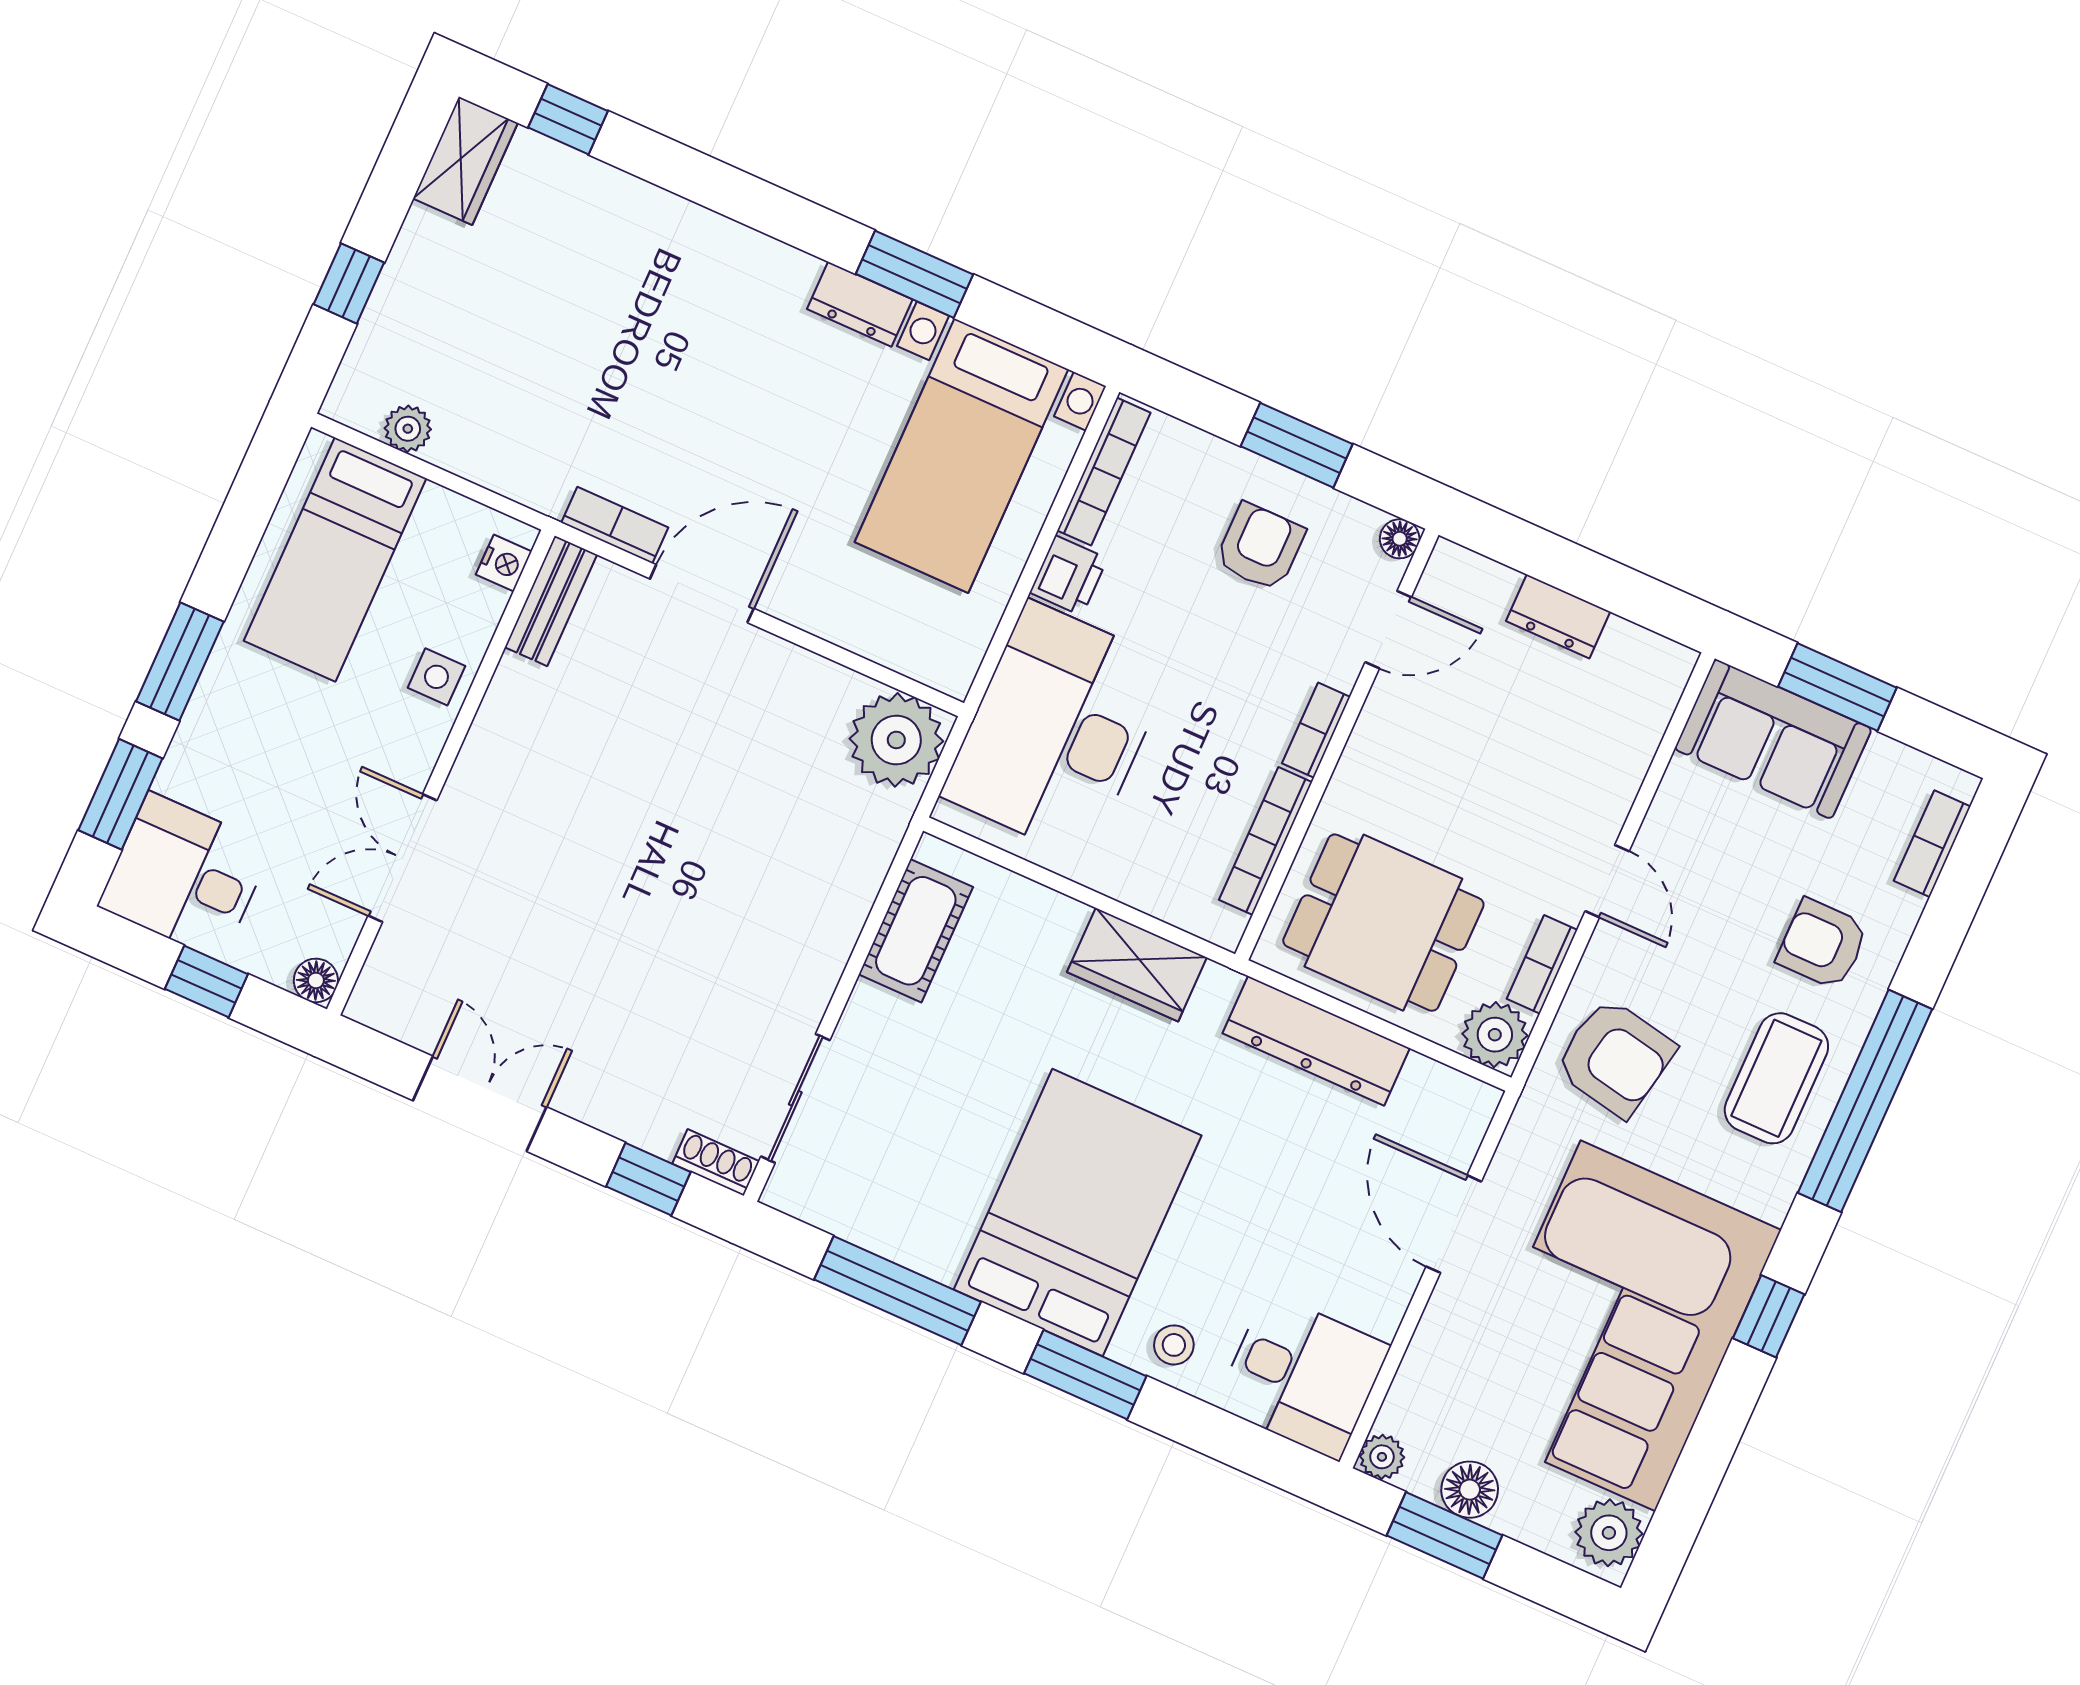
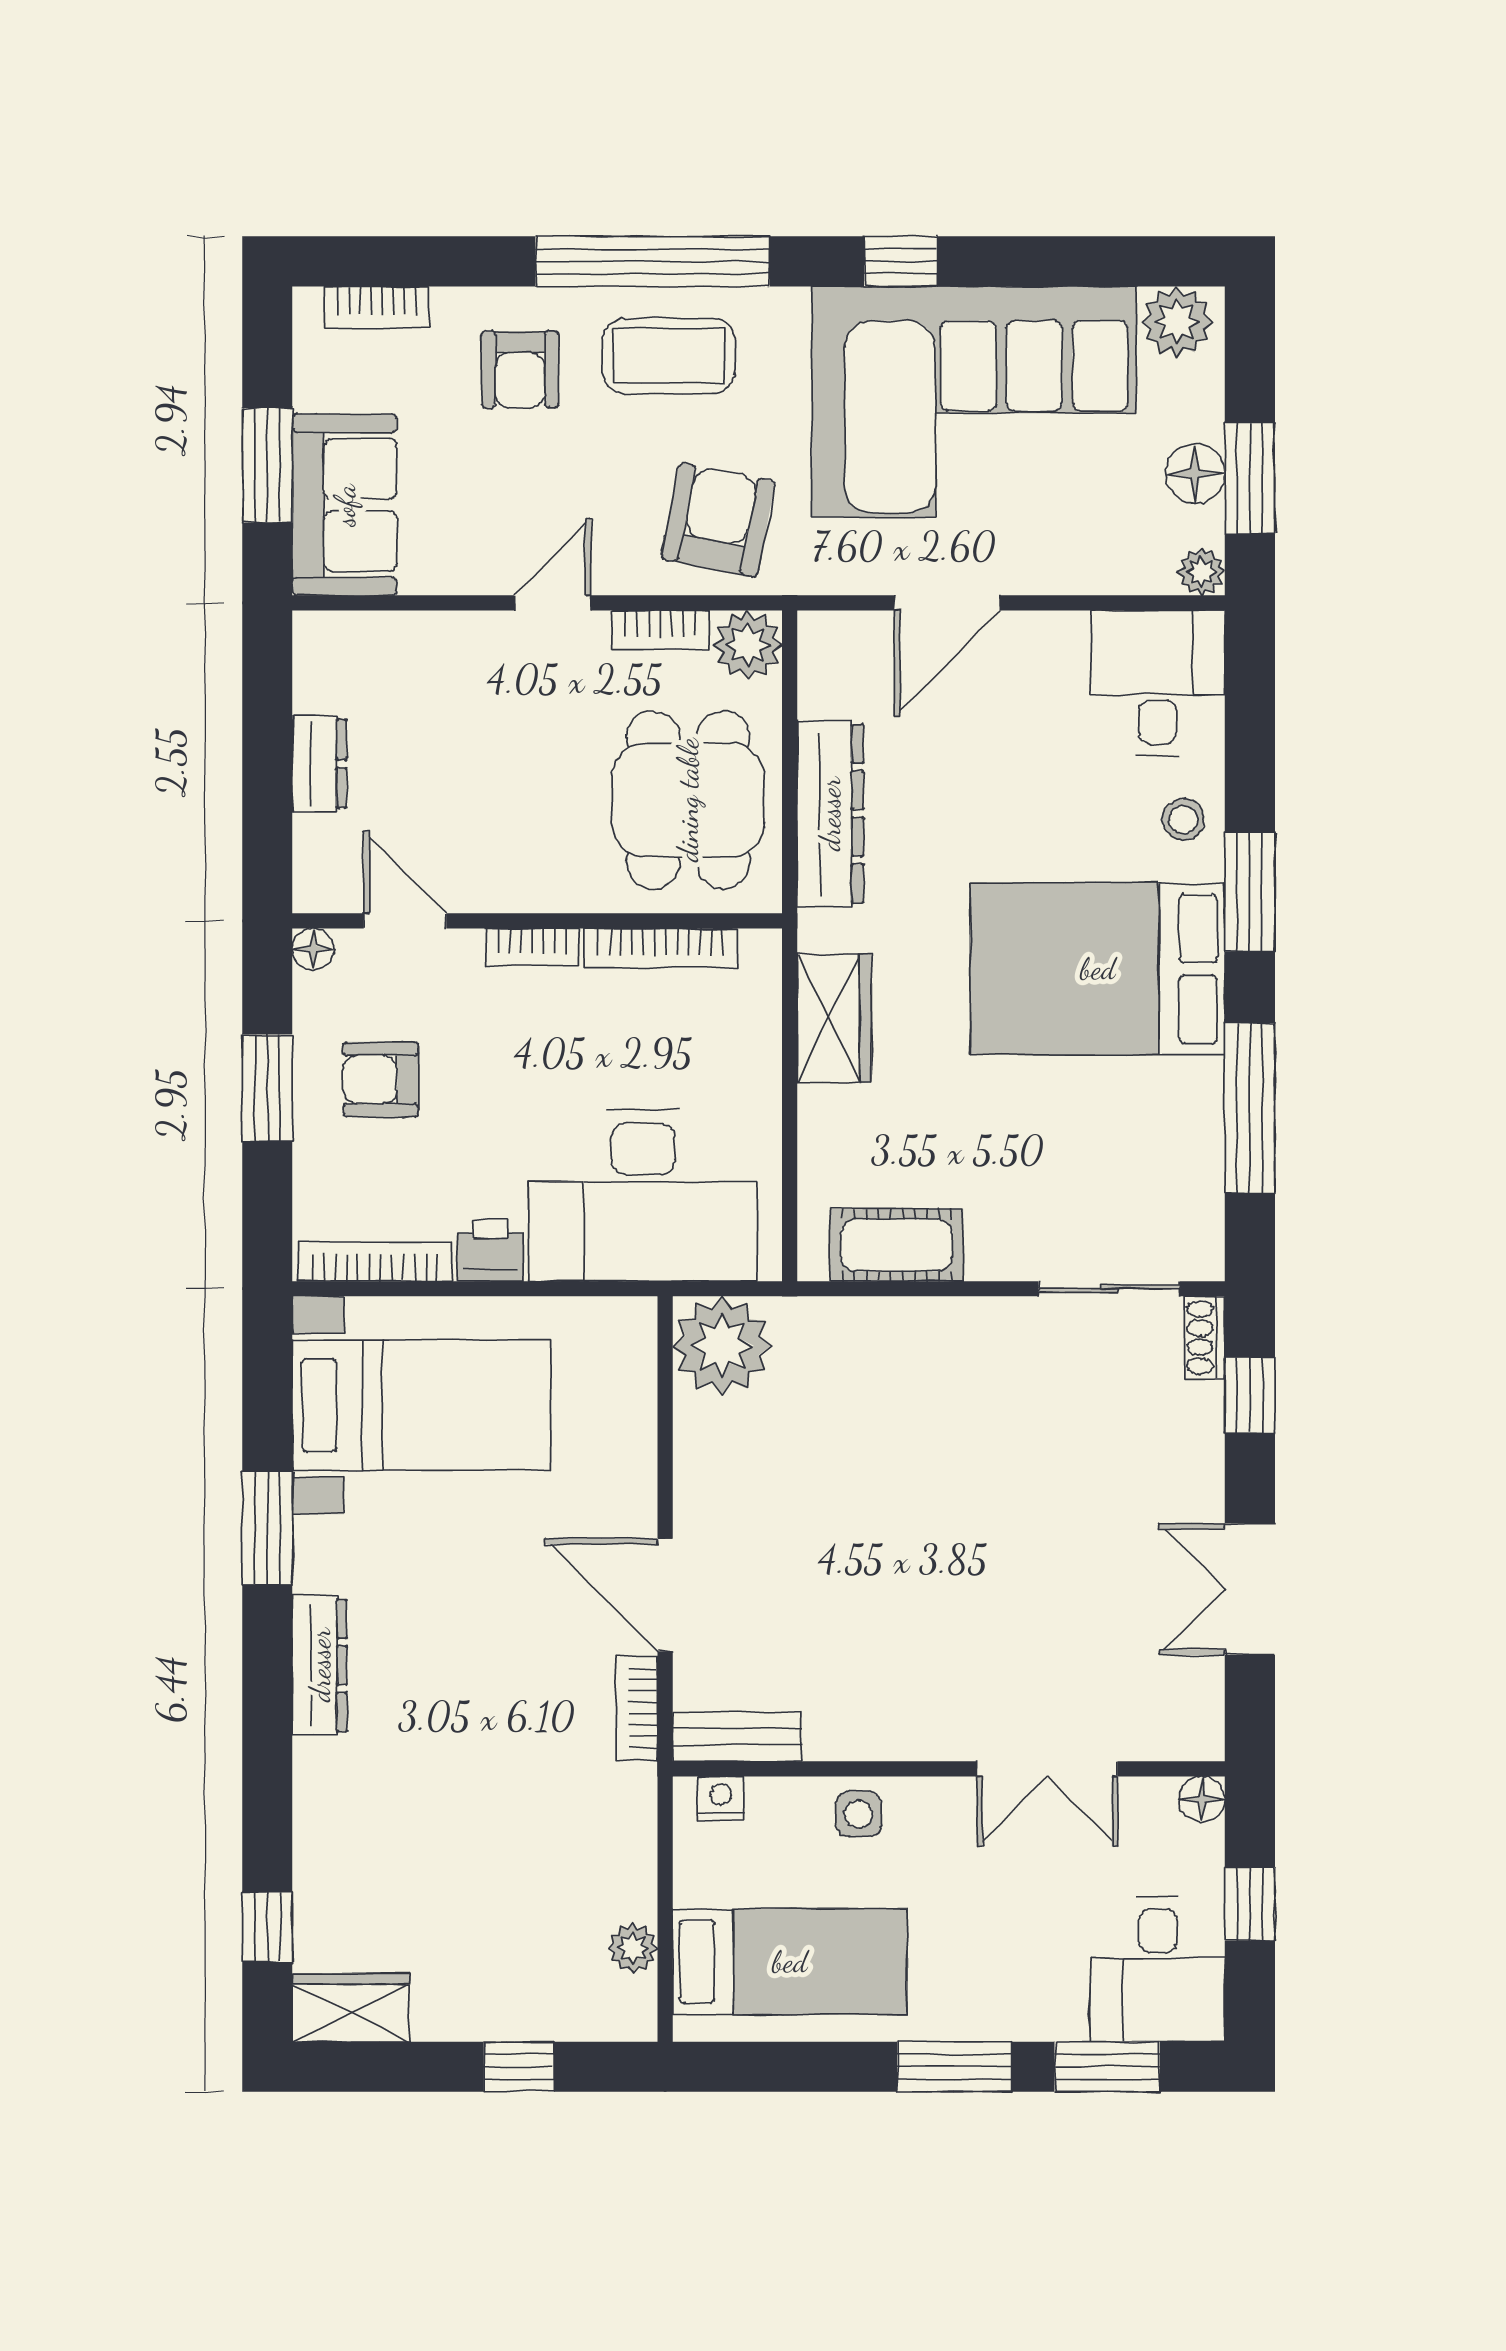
dresser: (860, 304) -> (320, 1665), moved, width x1.44

